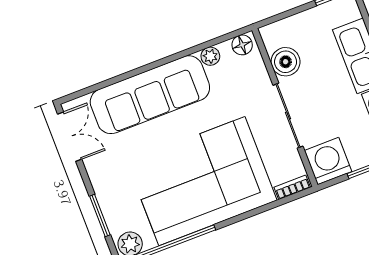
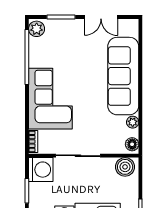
boiler: (286, 62) -> (125, 167), moved
double door: (70, 137) -> (101, 17), moved
corner sofa: (202, 181) -> (50, 99), width x0.73, depth x0.74

